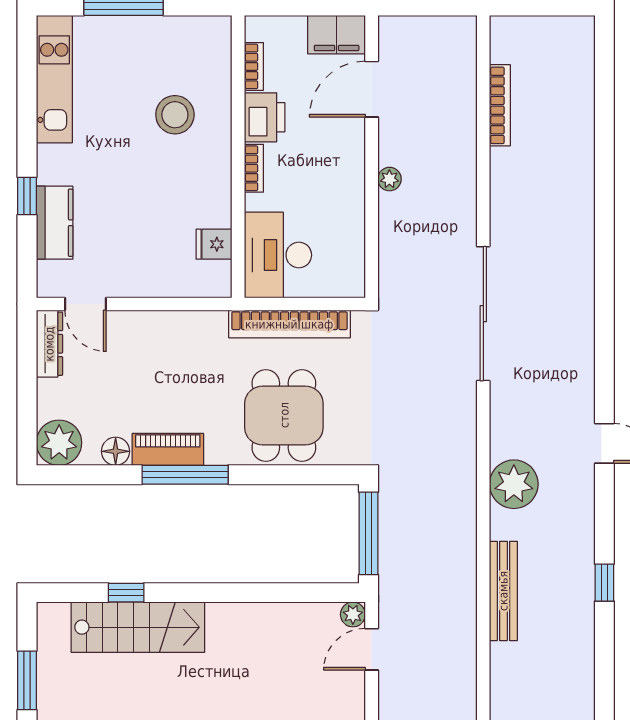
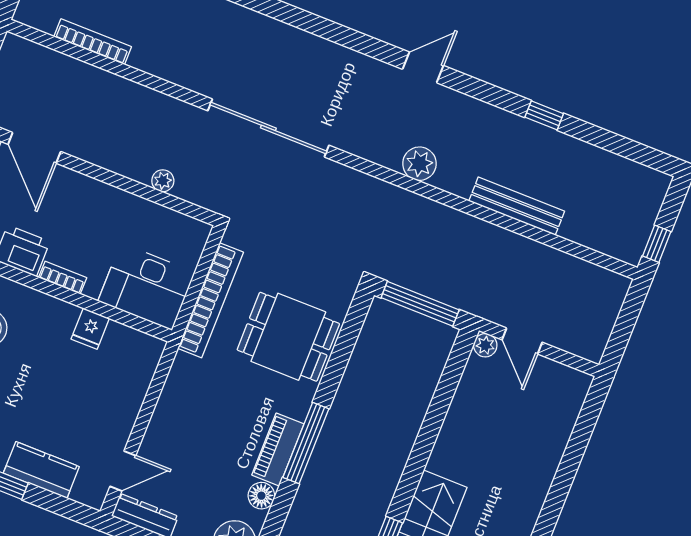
plant: (389, 179) -> (163, 181), moved
fridge: (214, 244) -> (90, 329), moved
plant: (514, 484) -> (419, 164), width x0.73, depth x0.73

